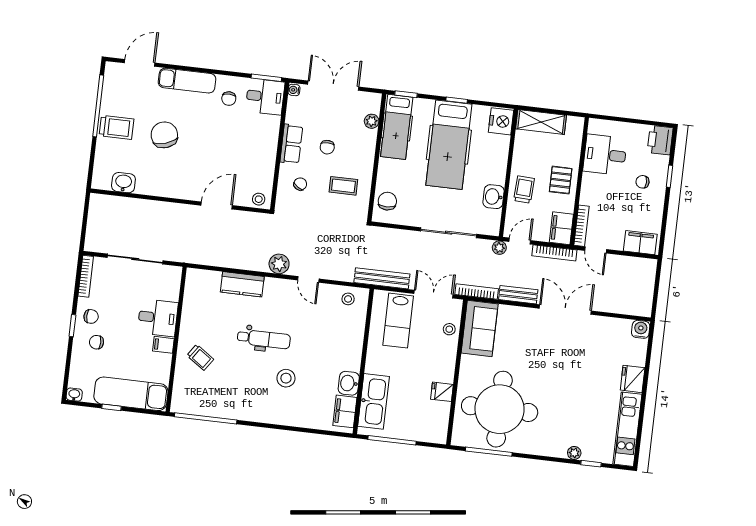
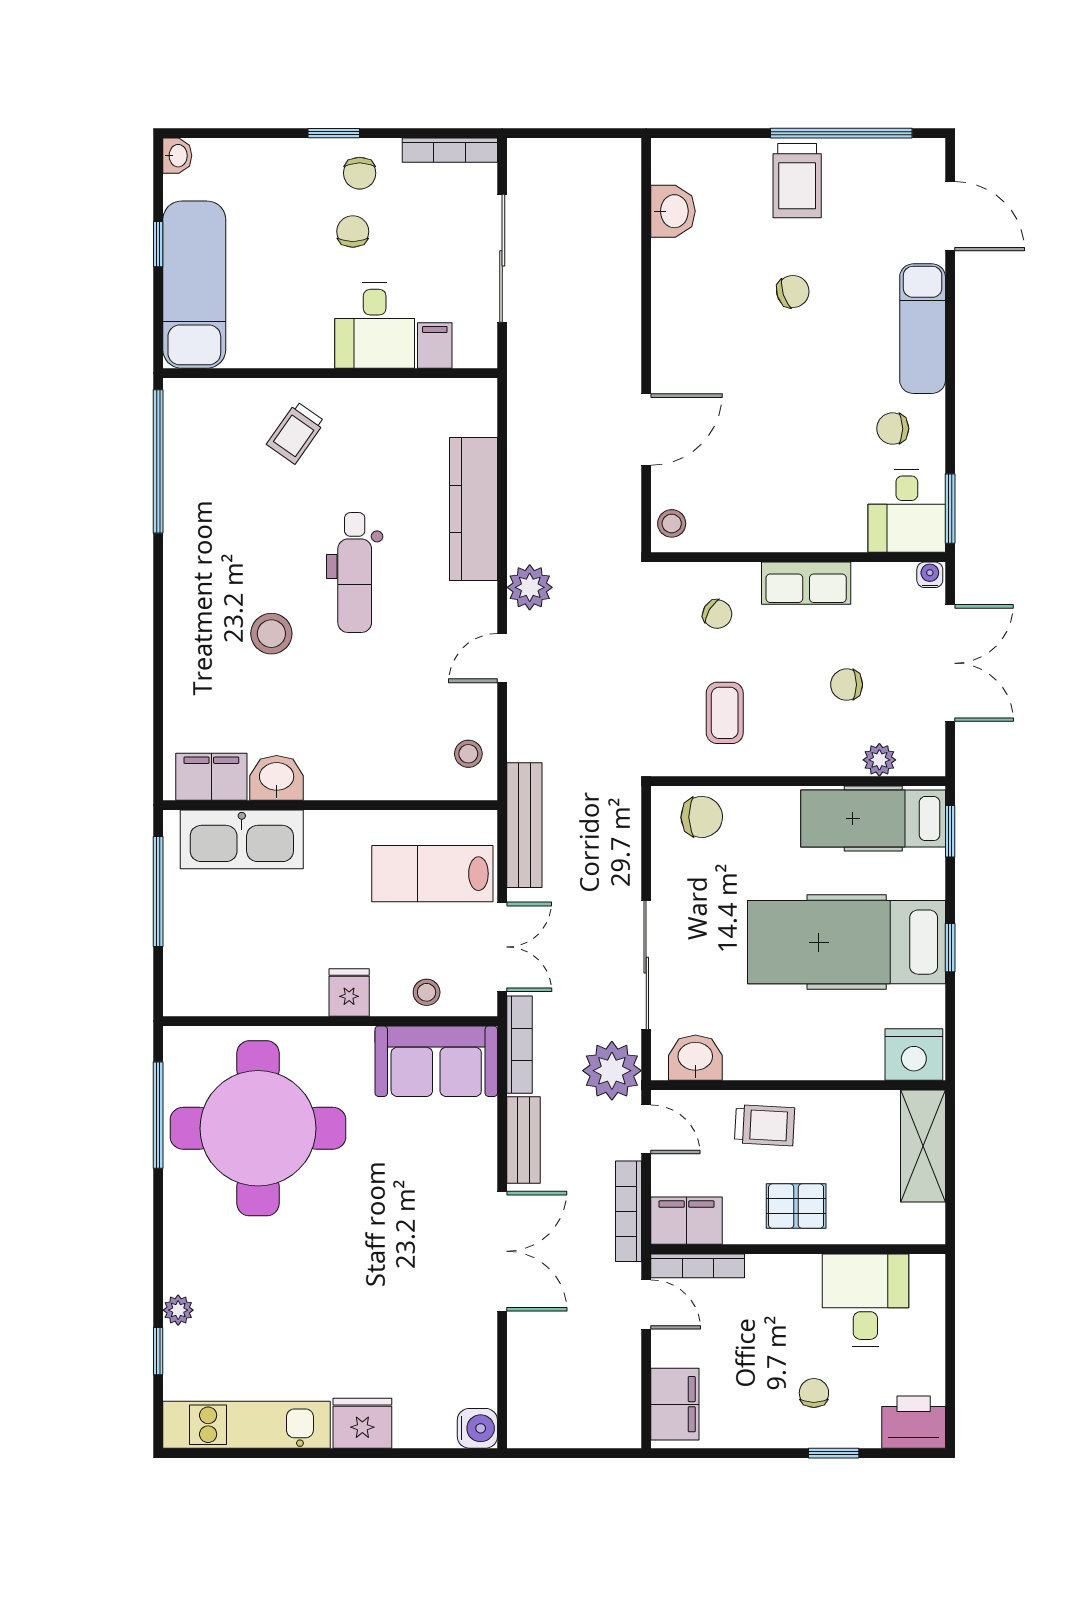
chair: (164, 135) -> (793, 291), width x0.54, depth x0.54
chair: (327, 147) -> (847, 685), moved
washbasin: (494, 197) -> (695, 1058), moved
door: (217, 205) -> (646, 429), hinge flipped
plant: (499, 248) -> (612, 1071), width x1.88, depth x1.88
door: (596, 250) -> (646, 1305), swing flipped
kitchen counter: (242, 284) -> (474, 509), width x1.50
chair: (96, 342) -> (353, 231), moved
filing cabinet: (163, 345) -> (435, 345), moved
fridge: (442, 392) -> (349, 992), moved

